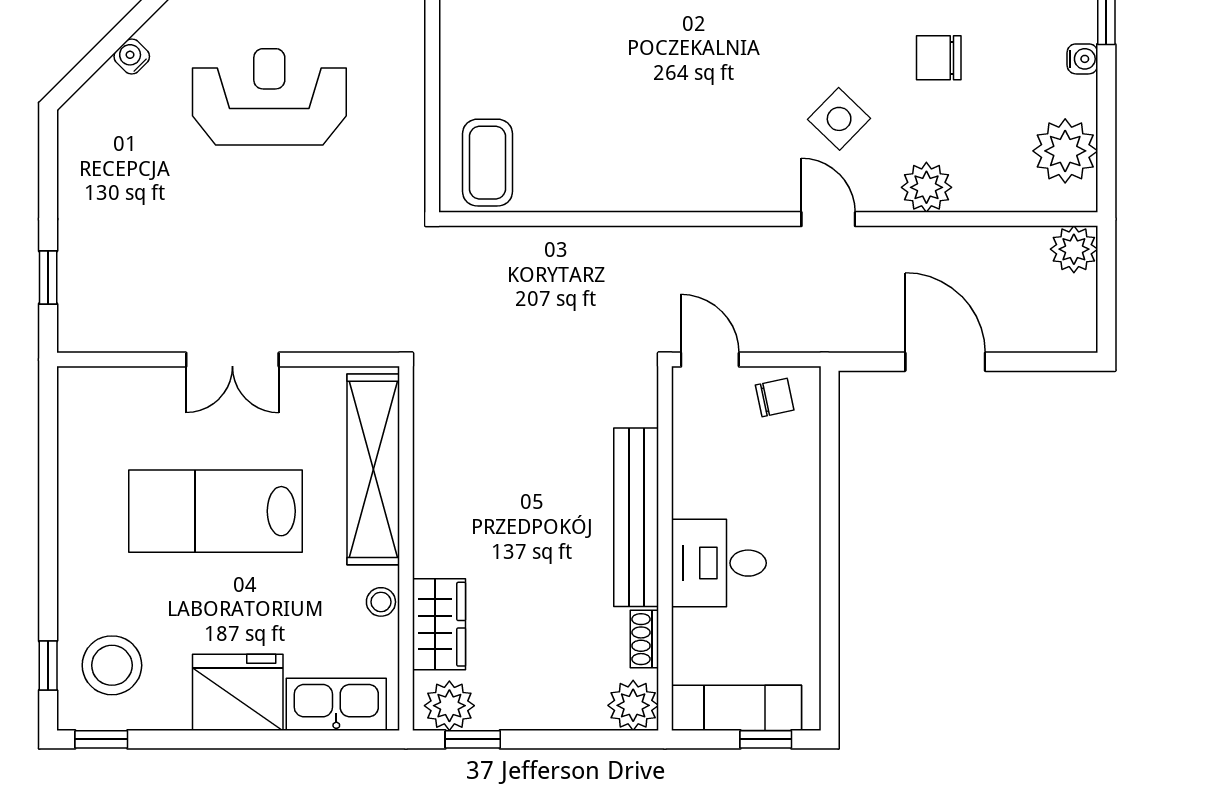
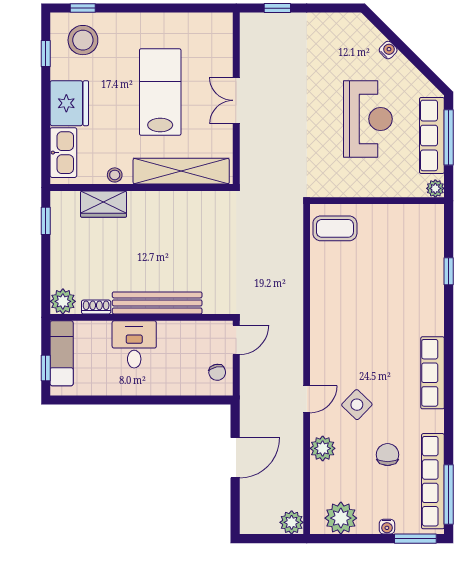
plant: (449, 706) -> (63, 209), removed
window: (101, 739) -> (46, 53), moved

